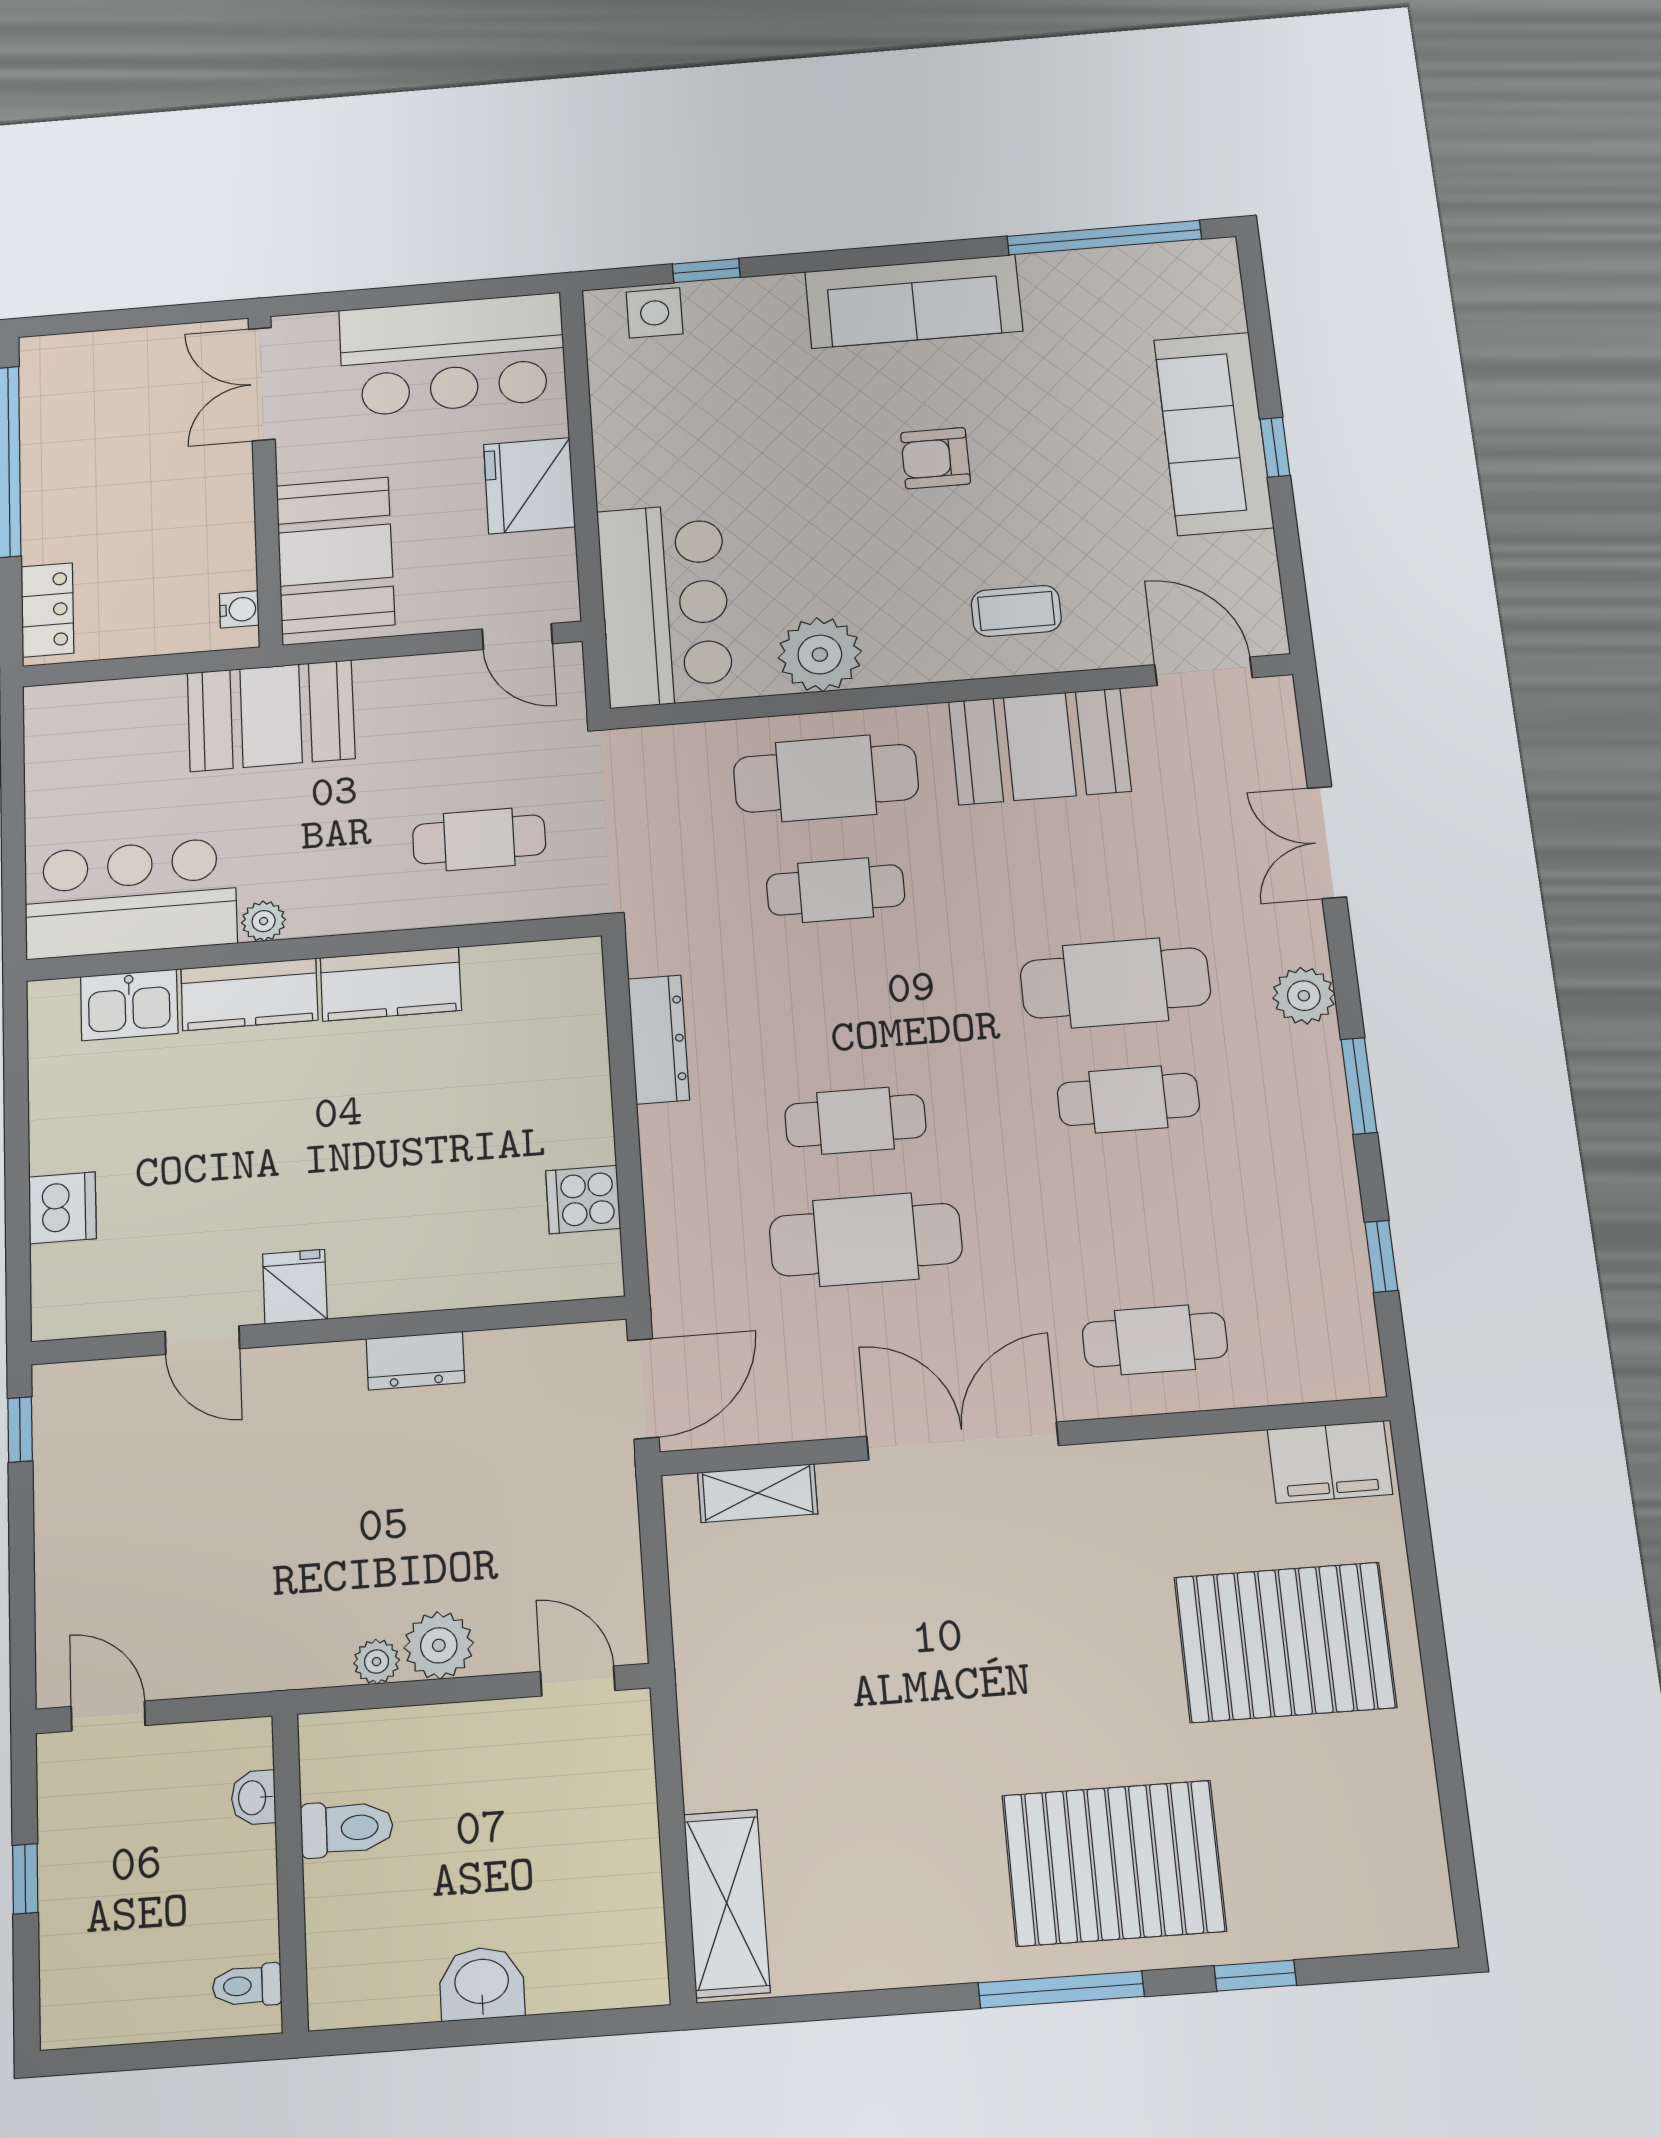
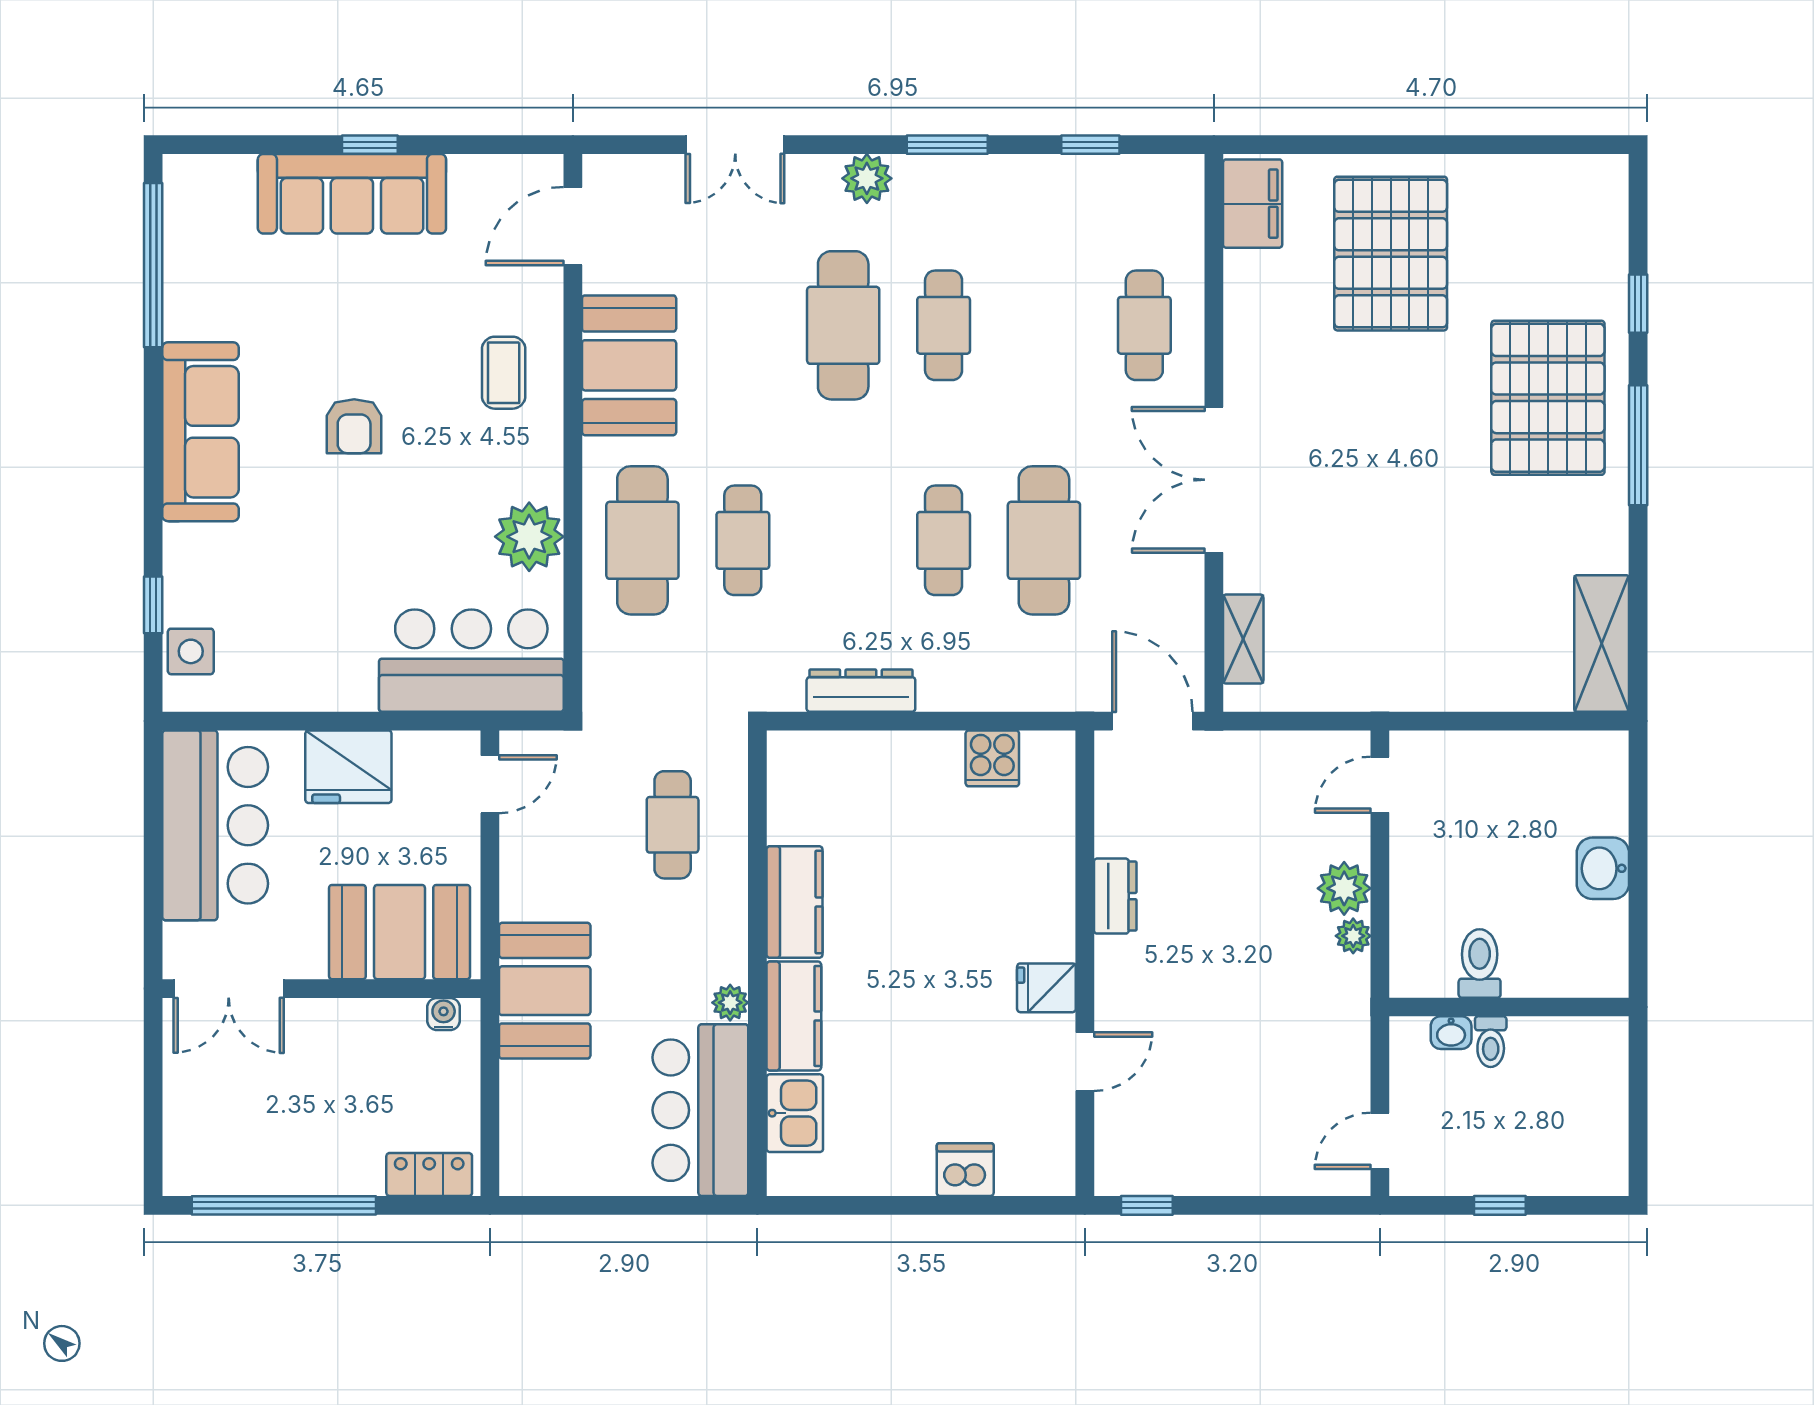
shelving: (727, 1903) -> (1602, 643), moved, turned 90
toilet: (247, 1986) -> (1491, 1042), moved

